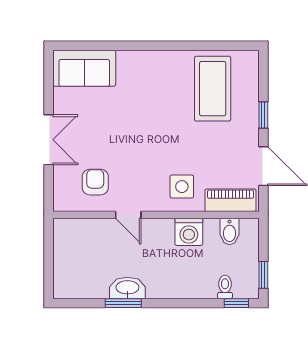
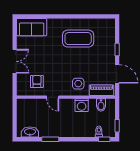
coffee table: (213, 89) -> (78, 39), moved, turned 90
washbasin: (127, 288) -> (30, 132), moved

